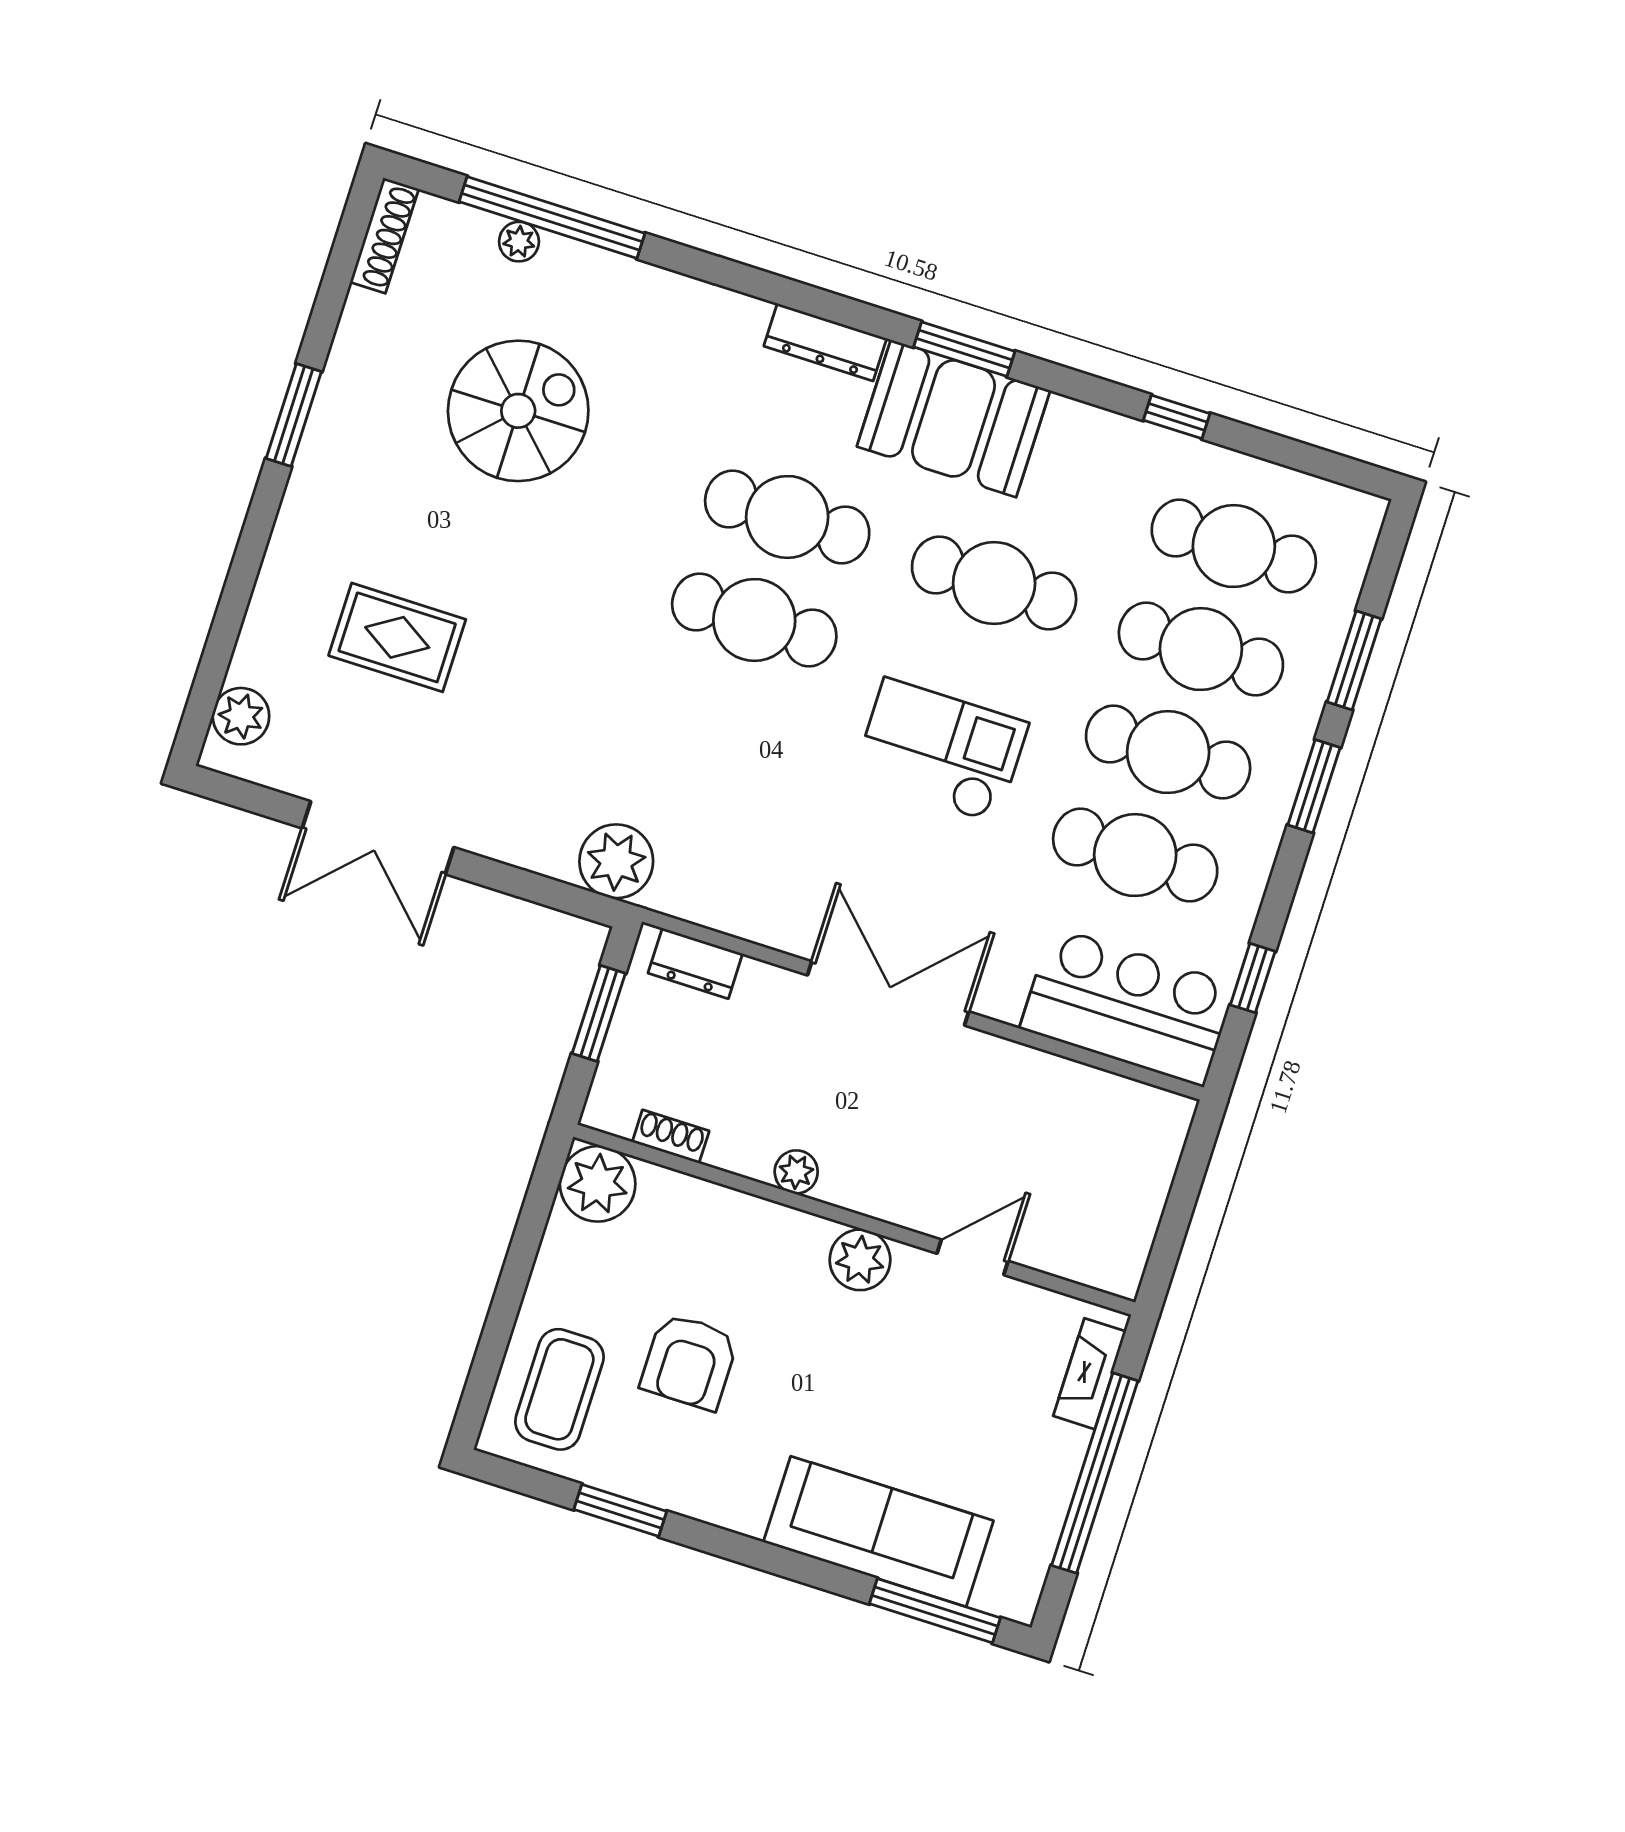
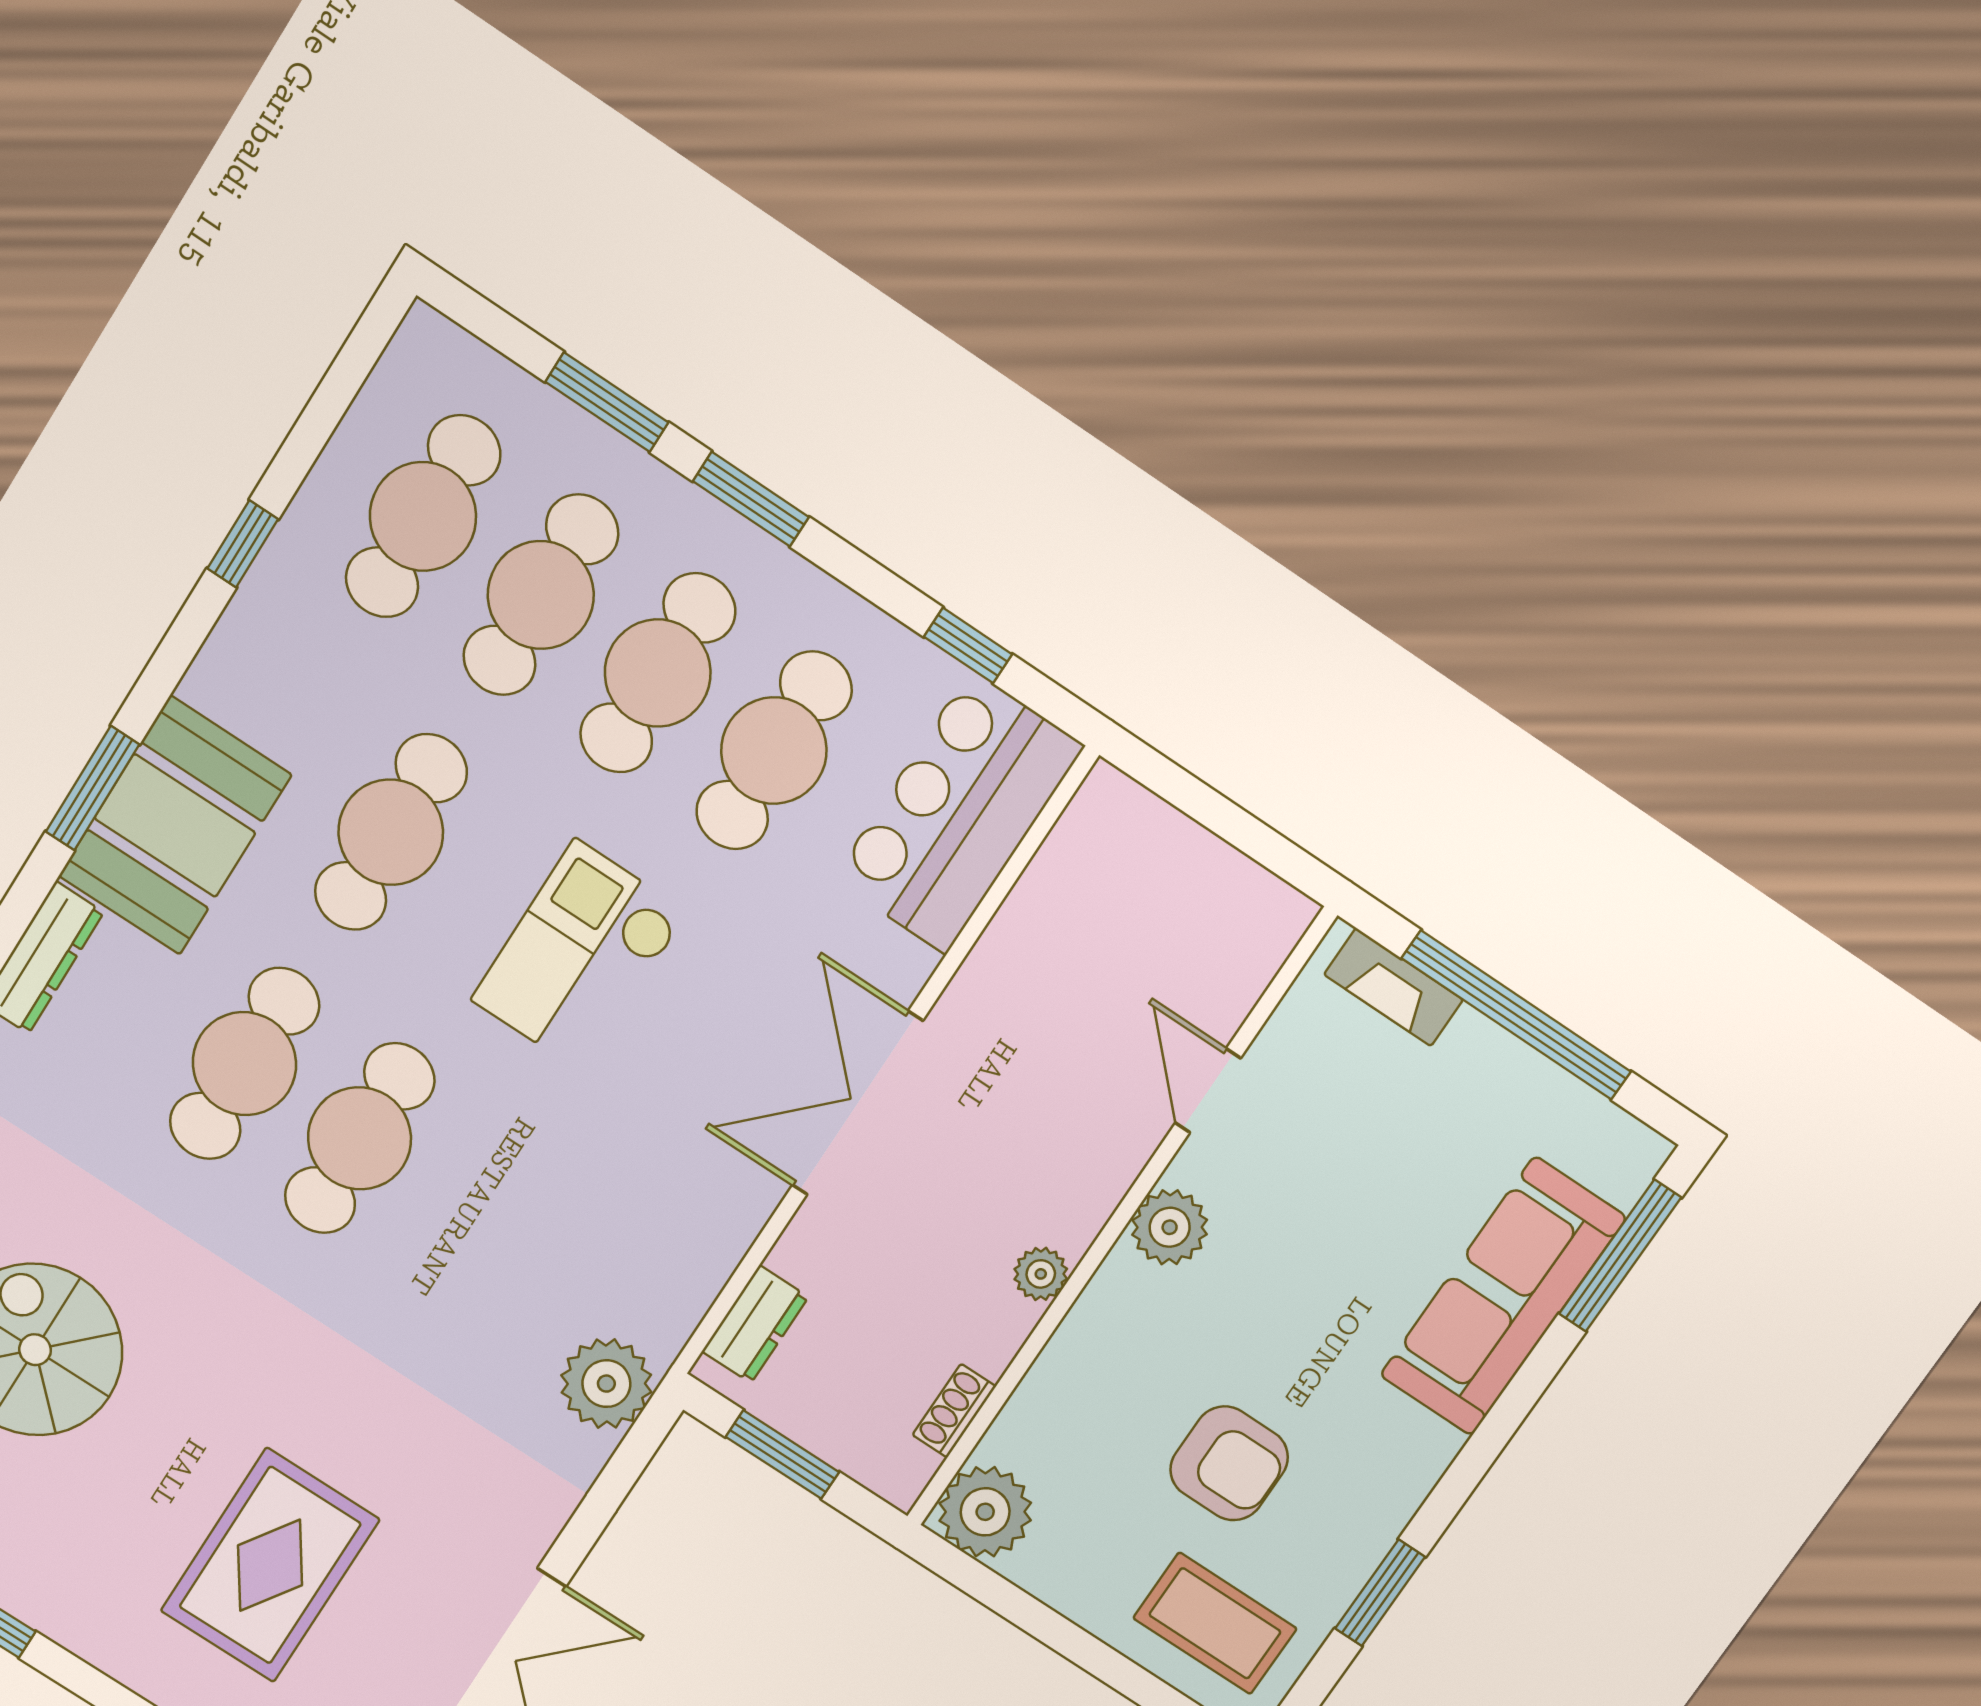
rug: (397, 637) -> (270, 1565), width x1.36, depth x1.43

